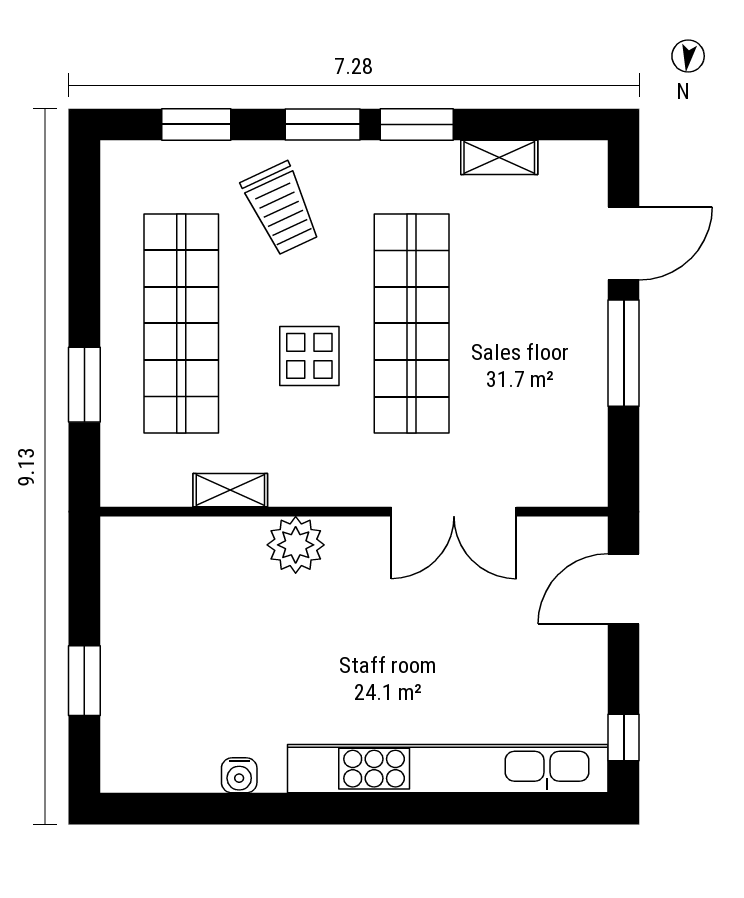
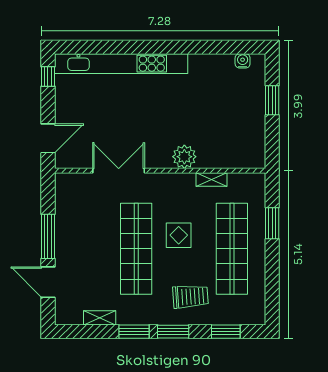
trolley: (281, 209) -> (190, 297), turned 111
door: (624, 243) -> (48, 282), hinge flipped
water cooler: (239, 775) -> (243, 61), moved

